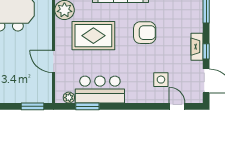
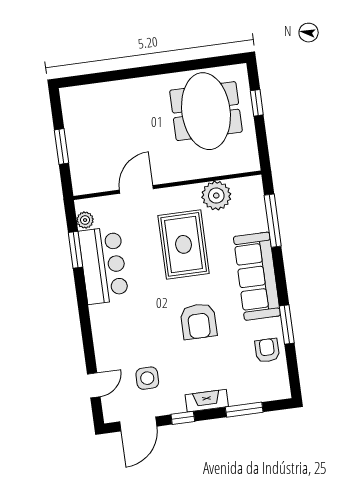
fireplace: (197, 47) -> (207, 401), moved
side table: (161, 80) -> (147, 378), moved
window: (33, 106) -> (61, 146), moved

